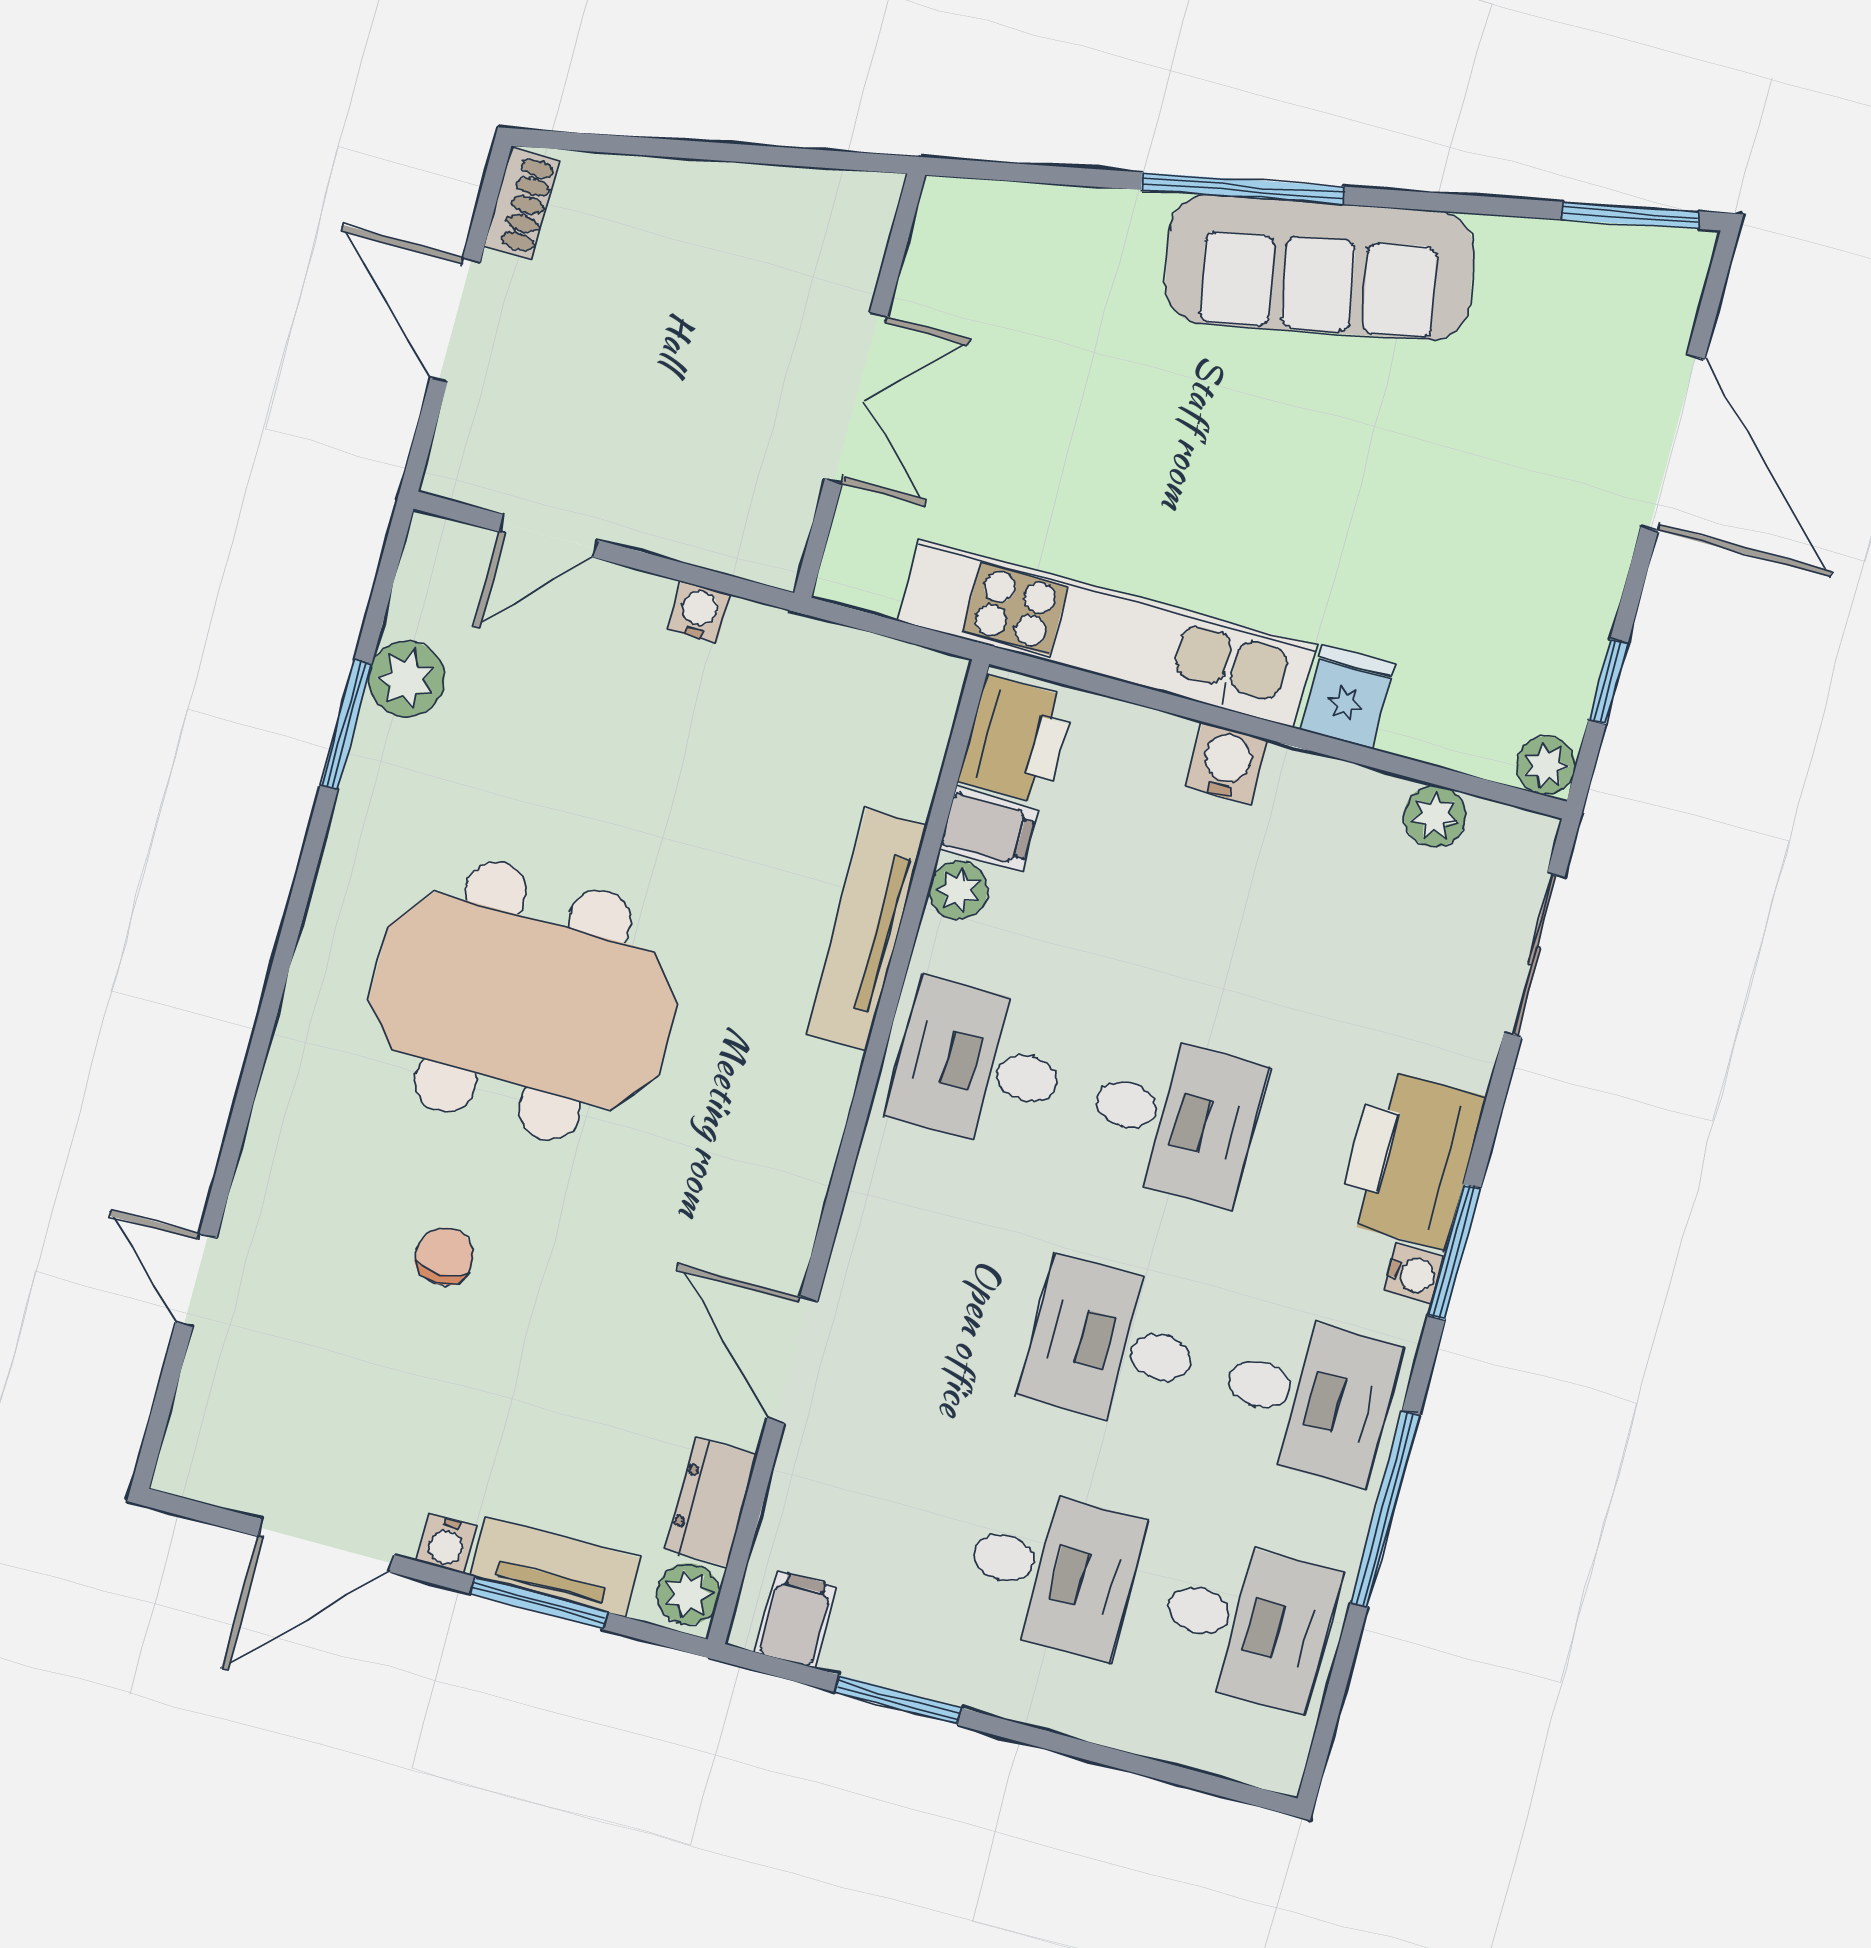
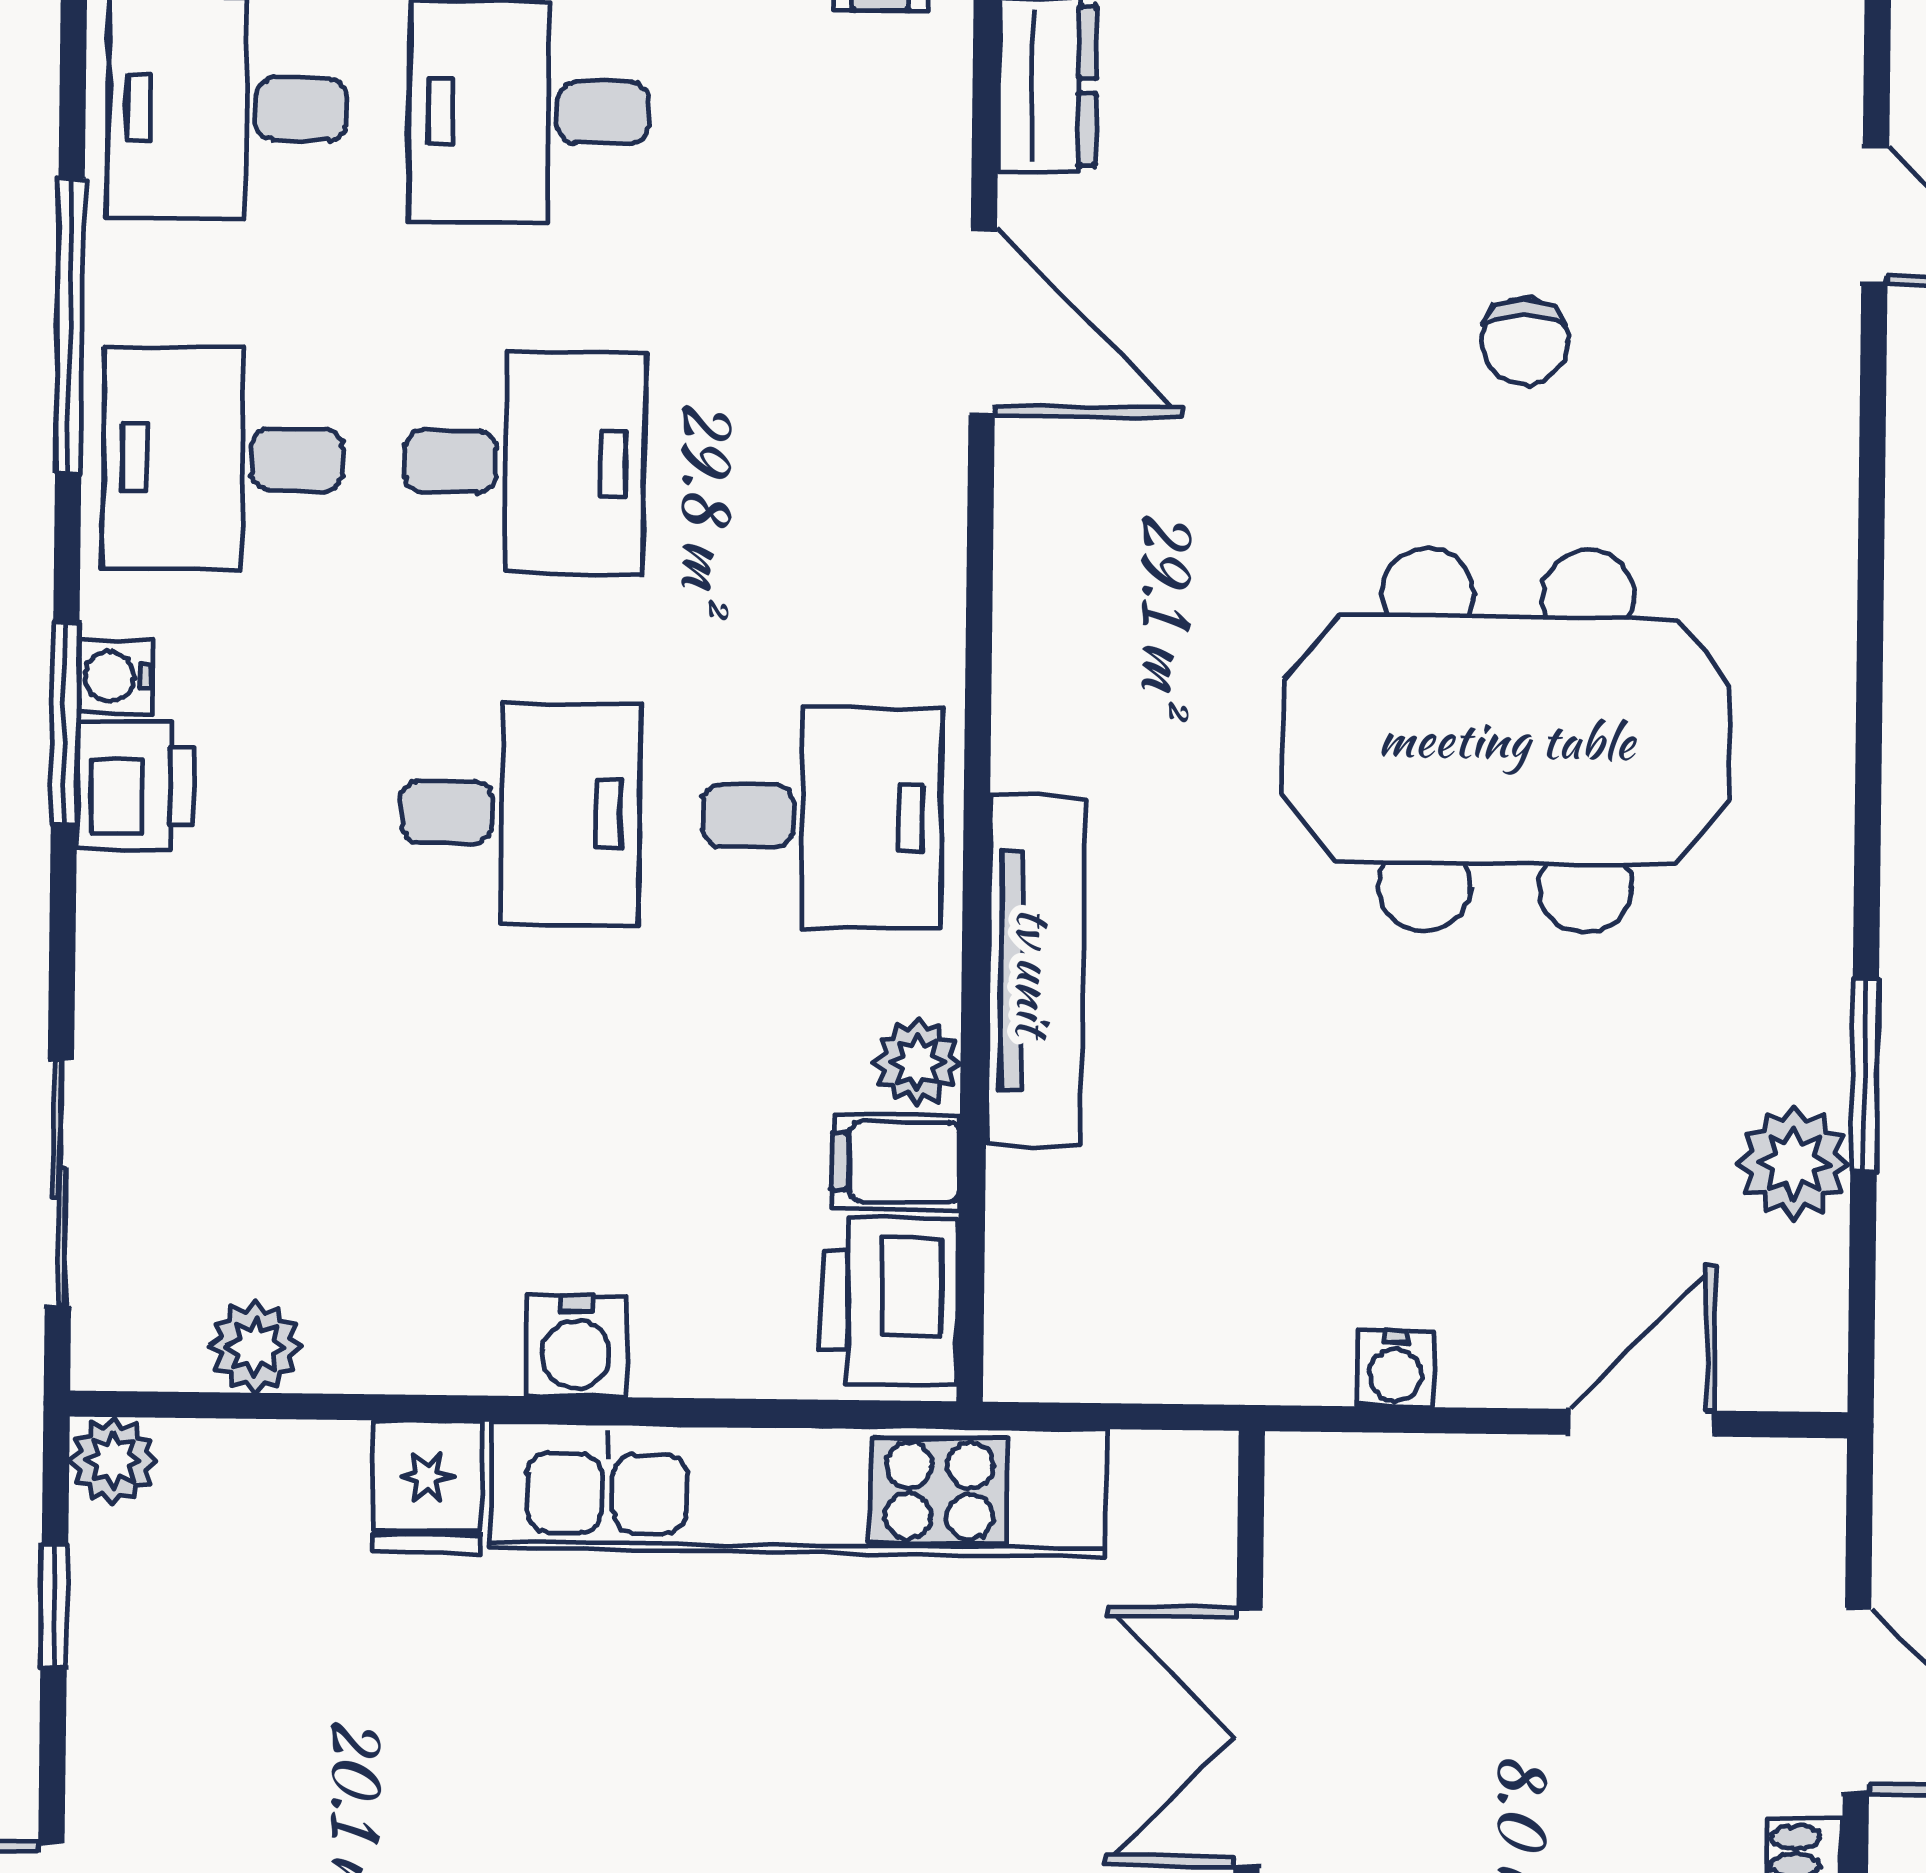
desk: (1174, 1118) -> (520, 813), turned 180
printer: (1411, 1159) -> (135, 786), width x0.53, depth x0.68

